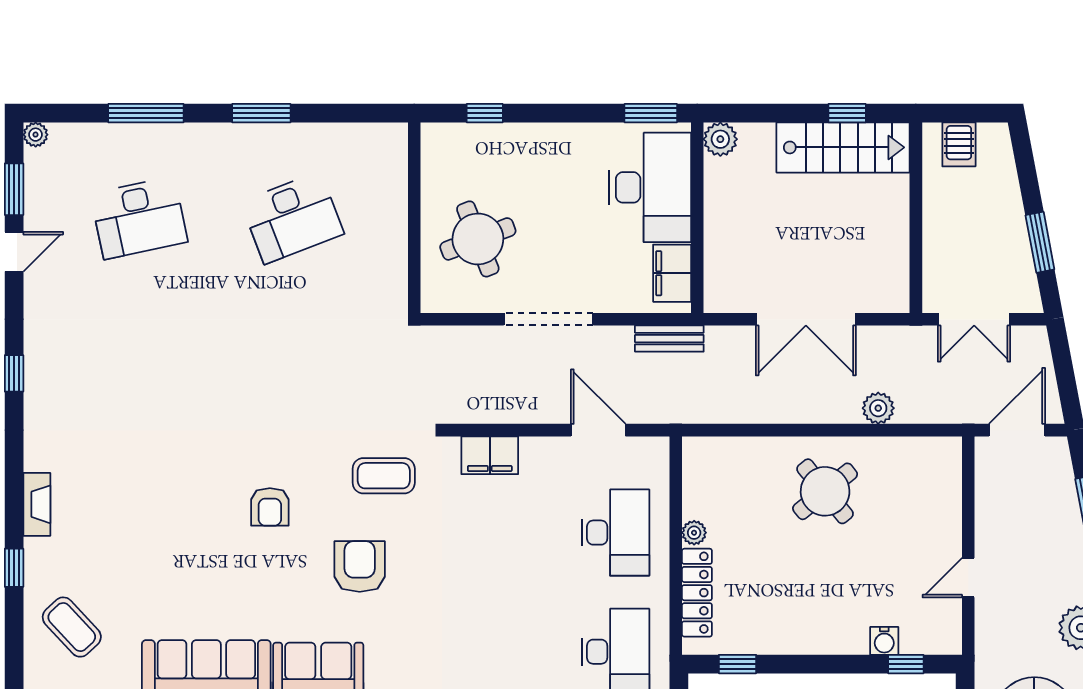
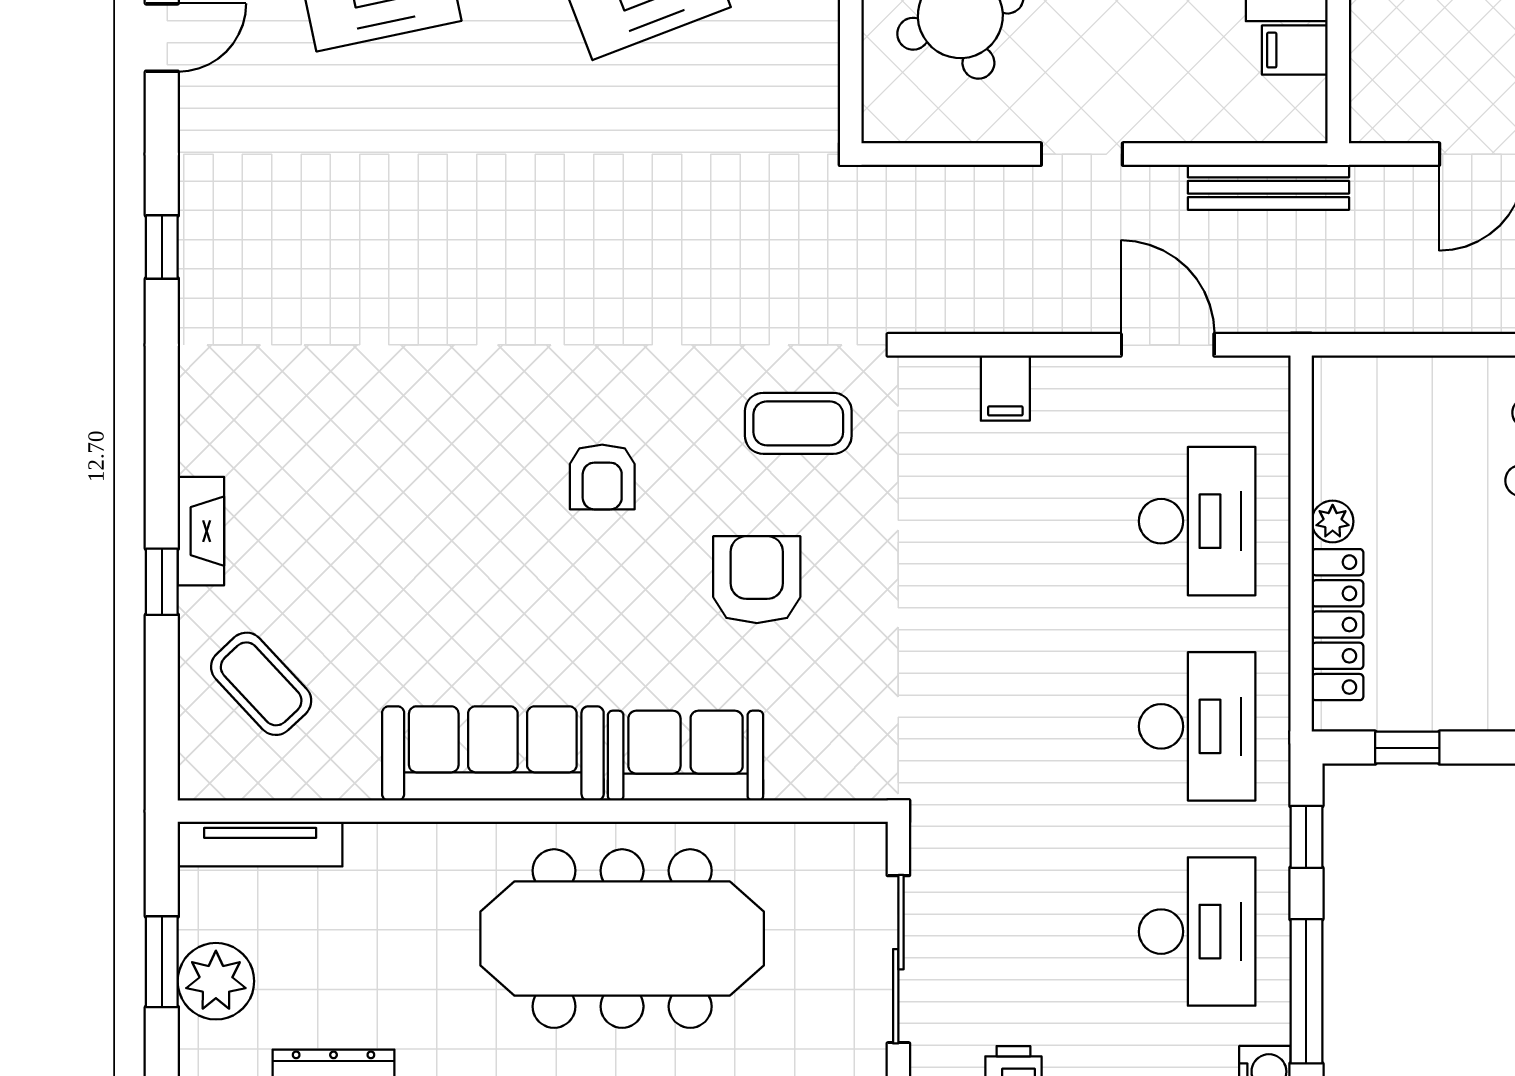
filing cabinet: (672, 273) -> (1295, 50), width x0.50
doorway: (548, 319) -> (1082, 154), width x0.53
bench: (669, 339) -> (1268, 187), width x1.36
filing cabinet: (490, 455) -> (1005, 388), width x0.50
fireplace: (37, 504) -> (201, 531), moved

